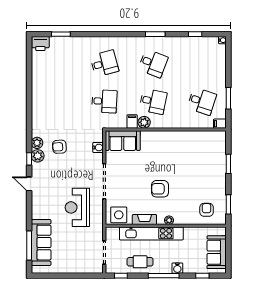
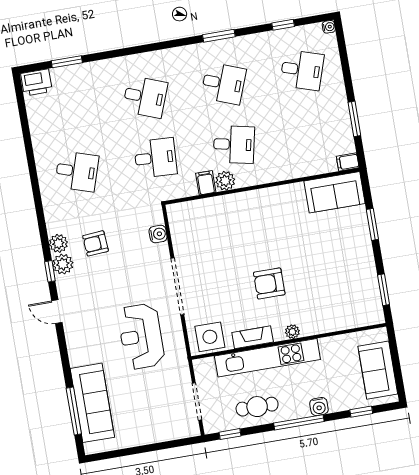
desk: (104, 63) -> (145, 97), turned 36
desk: (56, 101) -> (77, 171), added
desk: (202, 101) -> (302, 70), moved
sofa: (123, 141) -> (335, 192), moved
armchair: (207, 210) -> (350, 304), removed

